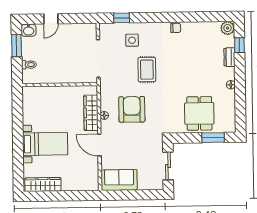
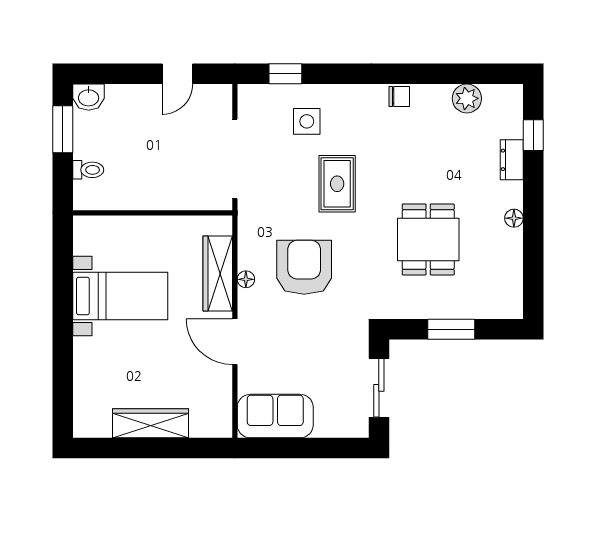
door: (51, 19) -> (177, 74), moved
plant: (227, 28) -> (467, 98), moved
dining table: (199, 113) -> (428, 239), moved
window: (213, 138) -> (451, 329), moved
bed with nightstands: (45, 144) -> (120, 296), moved
wardrobe: (43, 185) -> (151, 423), moved

